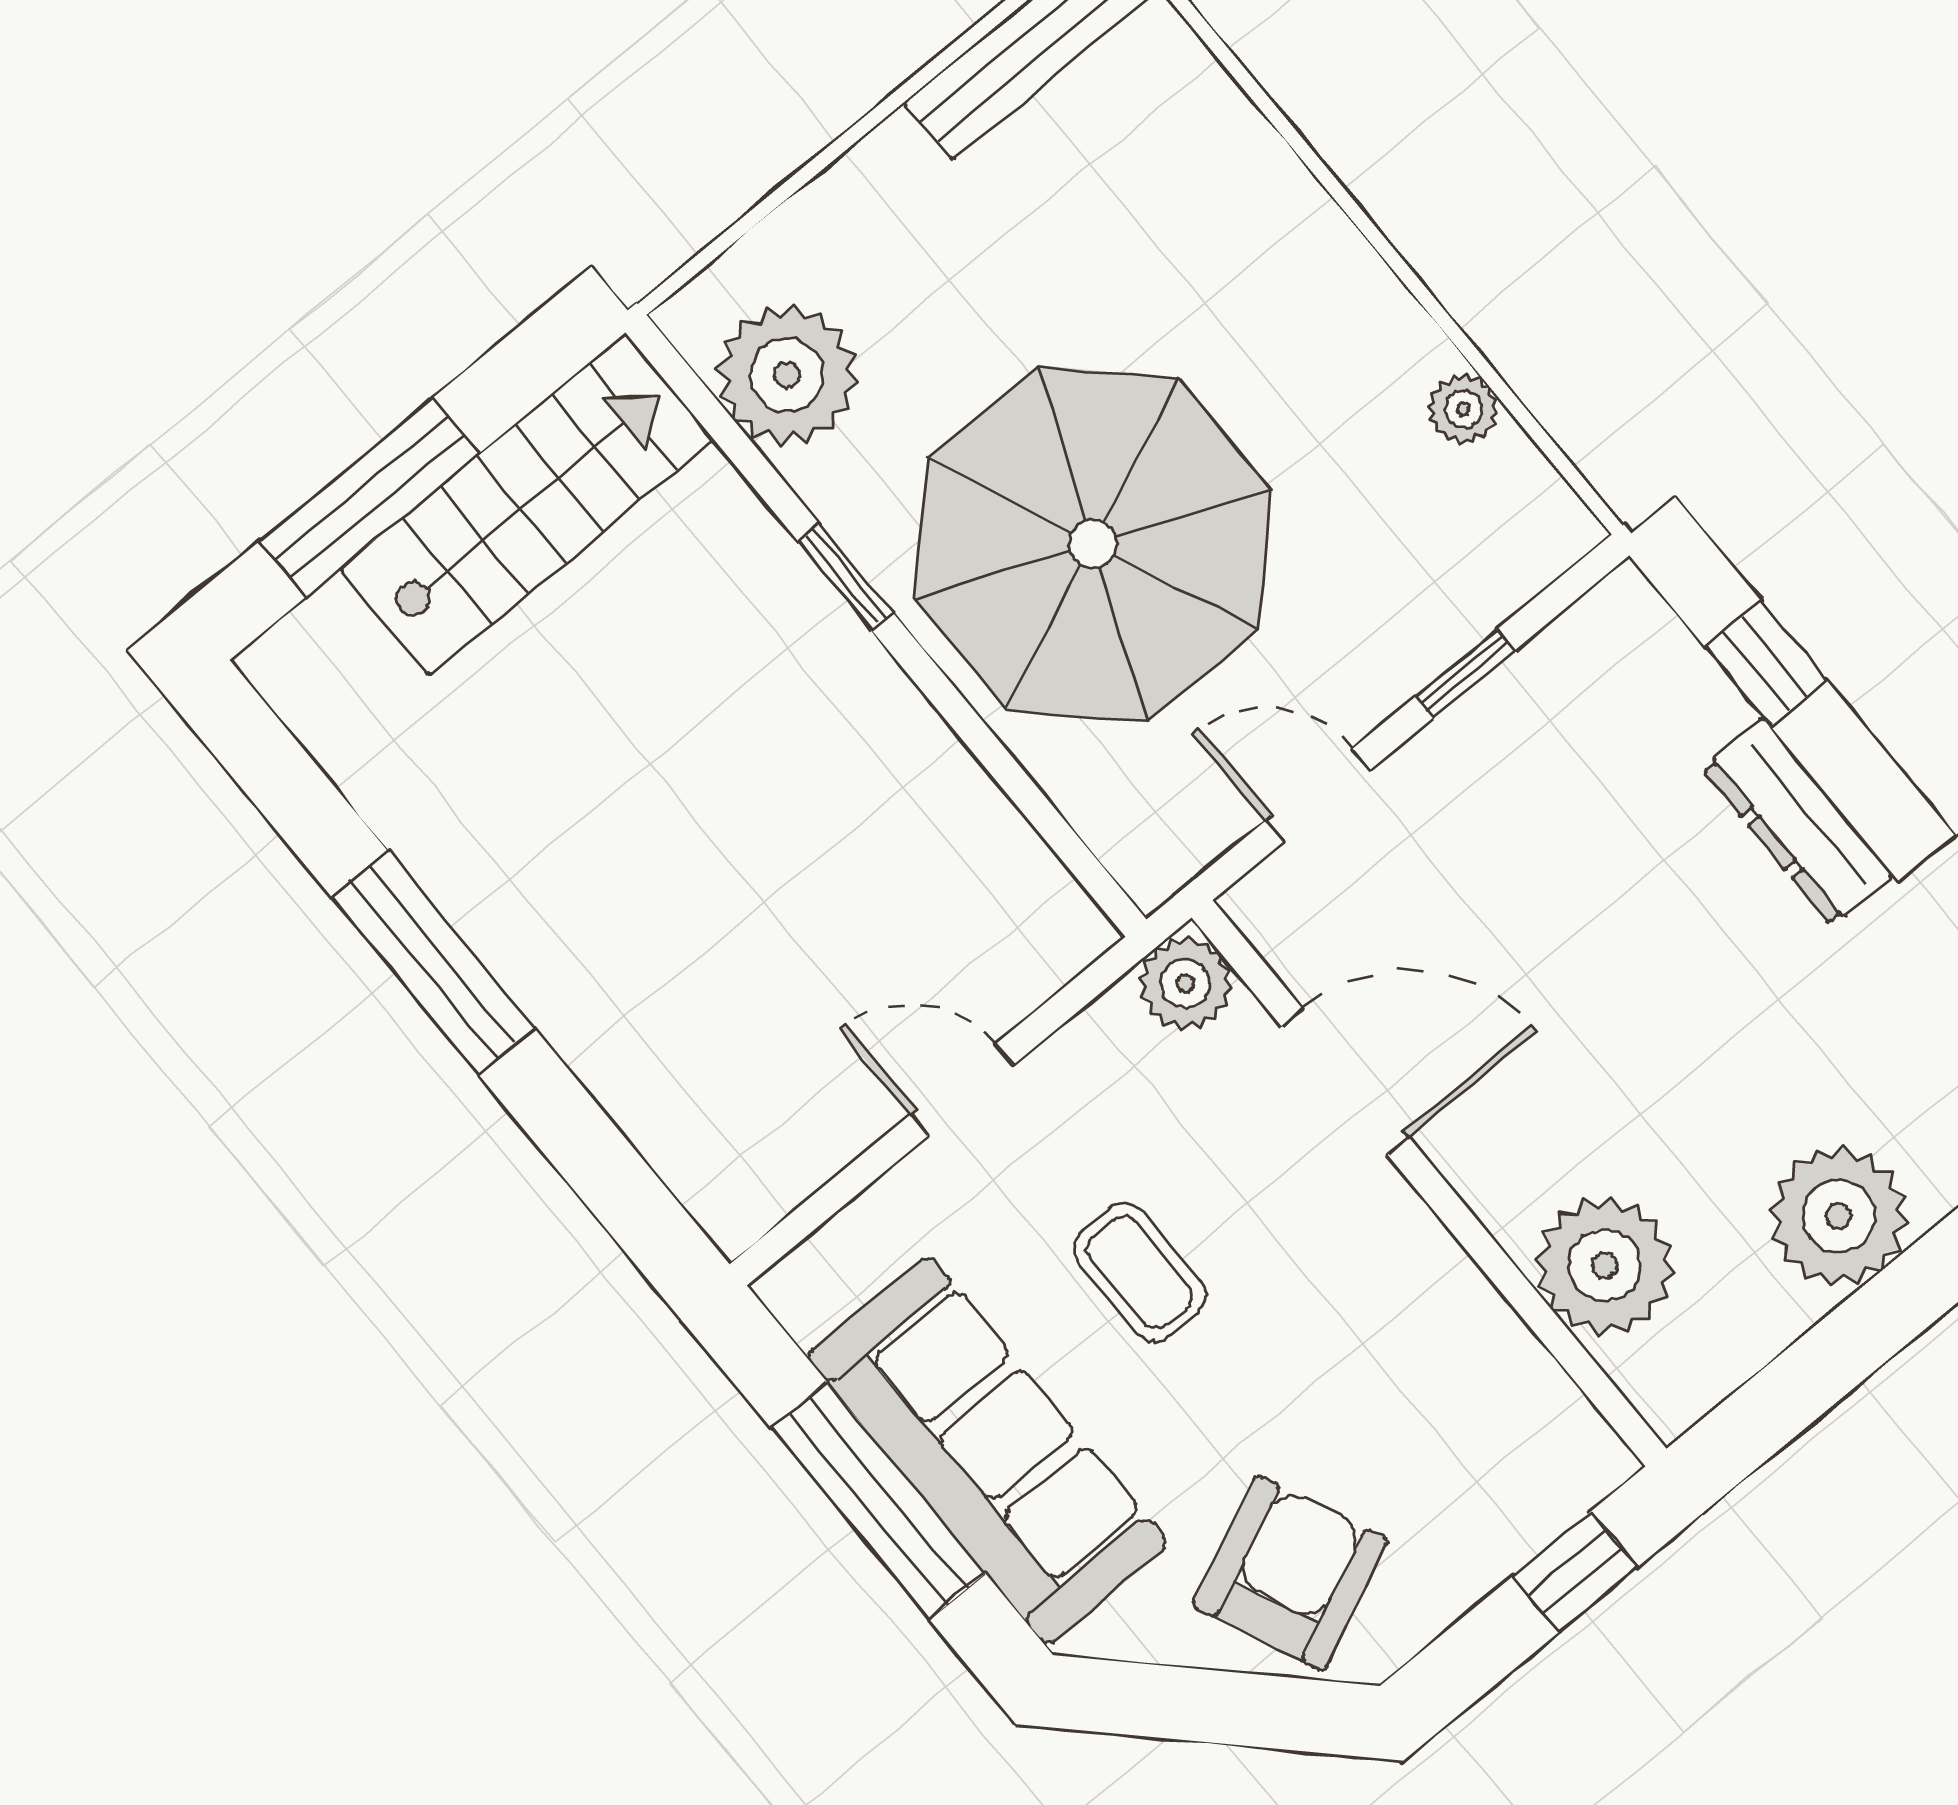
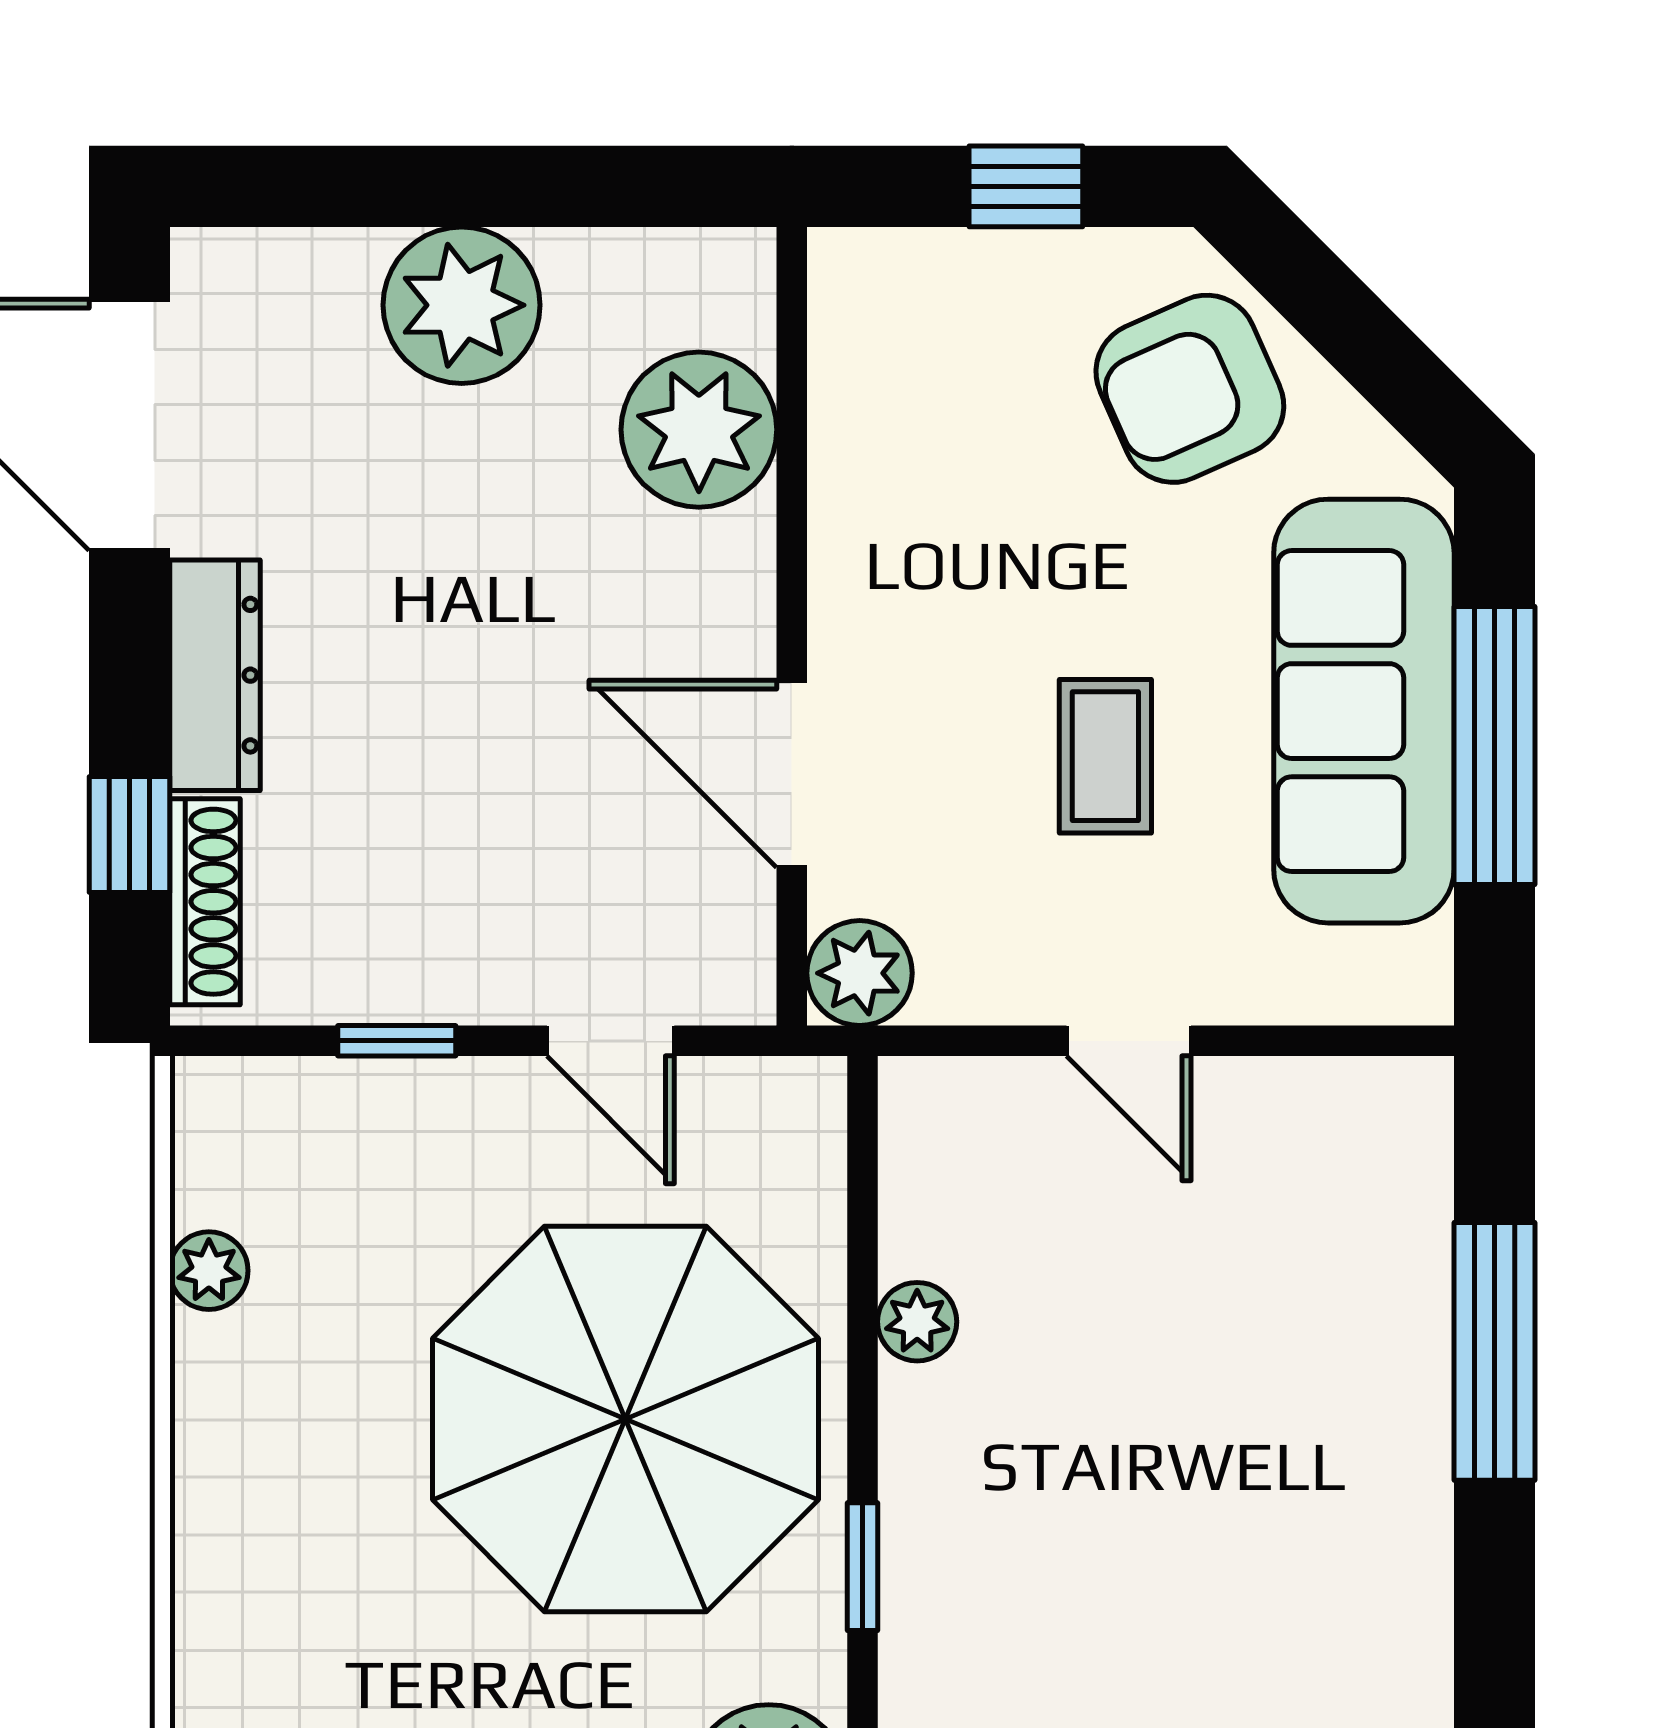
shoe rack: (1676, 660) -> (205, 902), added
plant: (947, 777) -> (917, 1322), added
window: (433, 963) -> (1494, 1351), moved
window: (1575, 1572) -> (1026, 186), moved

